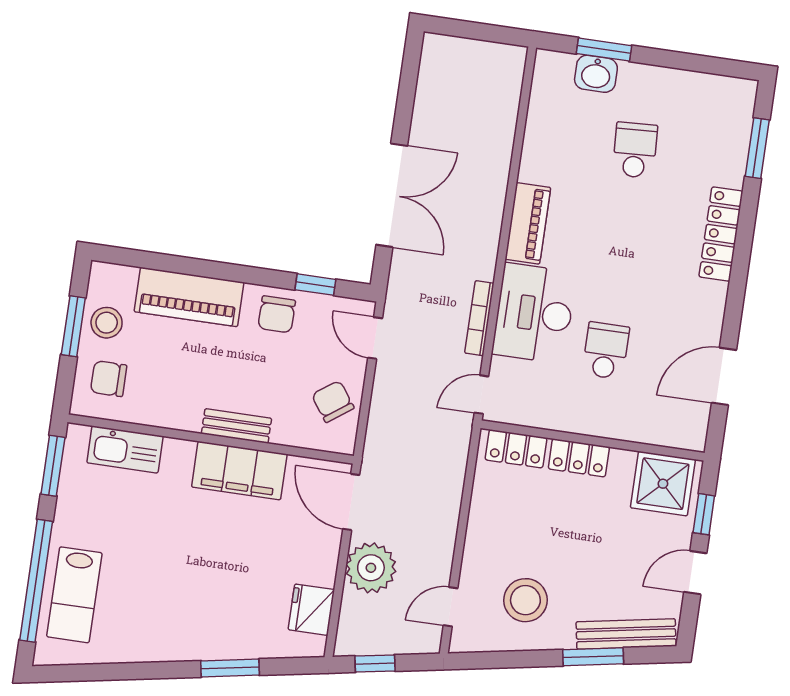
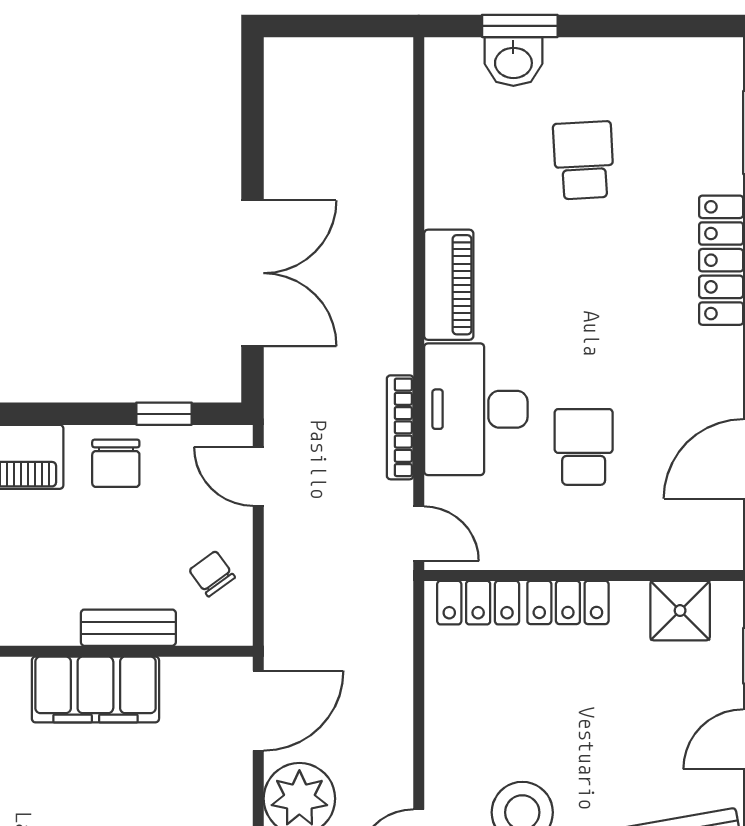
door: (481, 395) -> (419, 534), swing flipped
chair: (333, 402) -> (212, 574), width x0.73, depth x0.73
bench: (236, 426) -> (128, 628), moved
shower: (663, 484) -> (680, 611), width x0.73, depth x0.73
door: (351, 502) -> (258, 711), swing flipped

